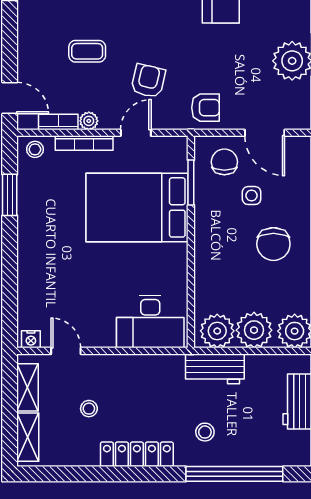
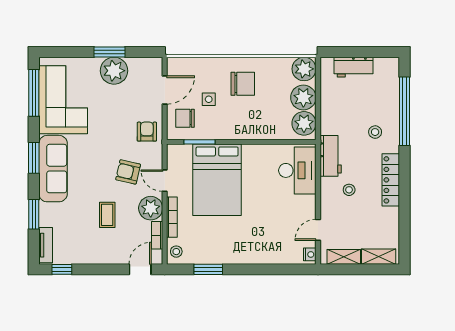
plant: (89, 121) -> (151, 208), width x1.88, depth x1.88
workbench: (215, 369) -> (331, 156), moved
stool: (89, 409) -> (349, 190), moved

